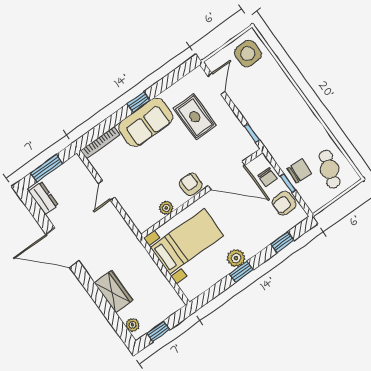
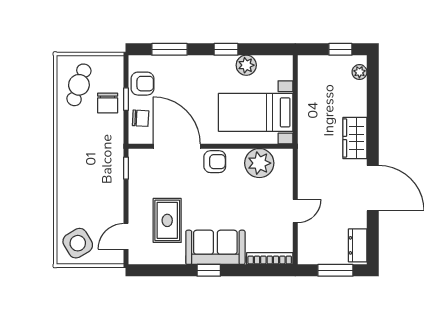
side table: (248, 54) -> (78, 243), turned -31
chair: (299, 171) -> (108, 103), turned -94
chair: (267, 177) -> (141, 118), turned 93
armchair: (191, 184) -> (215, 162), turned -90
plant: (166, 208) -> (259, 163), width x1.88, depth x1.88
window: (282, 242) -> (169, 49), width x1.50
plant: (236, 258) -> (246, 65), moved
wardrobe: (114, 292) -> (355, 138), moved

